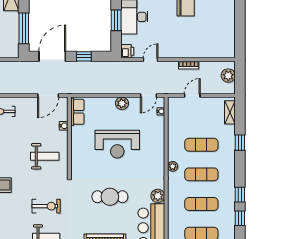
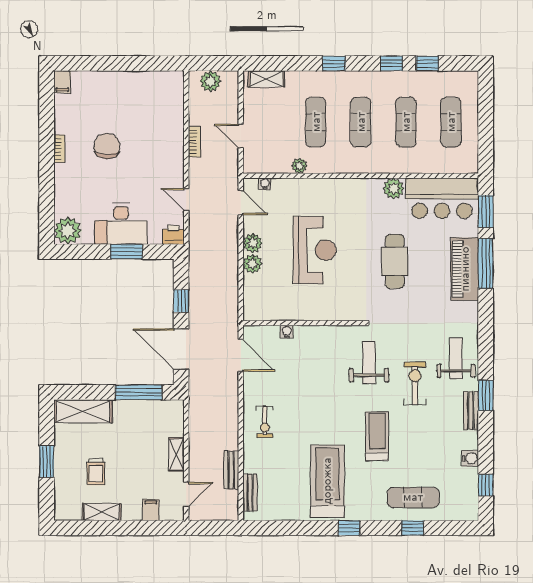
plant: (108, 103) -> (252, 264), added
row of seats: (77, 112) -> (265, 311), removed
window: (240, 143) -> (334, 63), moved
weight bench: (45, 156) -> (369, 362), moved
plant: (173, 166) -> (299, 166), moved
exercise bike: (46, 206) -> (415, 383), moved

